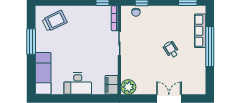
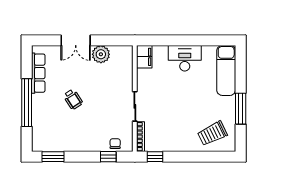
row of seats: (200, 31) -> (38, 73), moved
plant: (128, 87) -> (101, 54), moved

